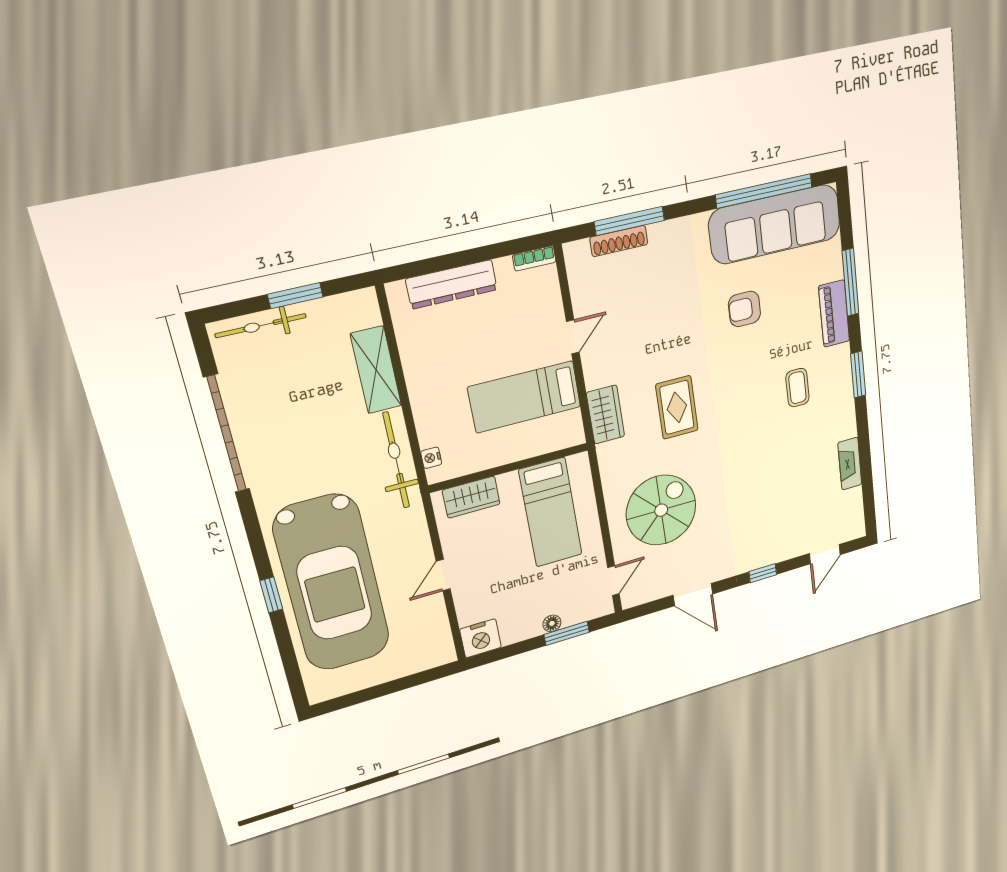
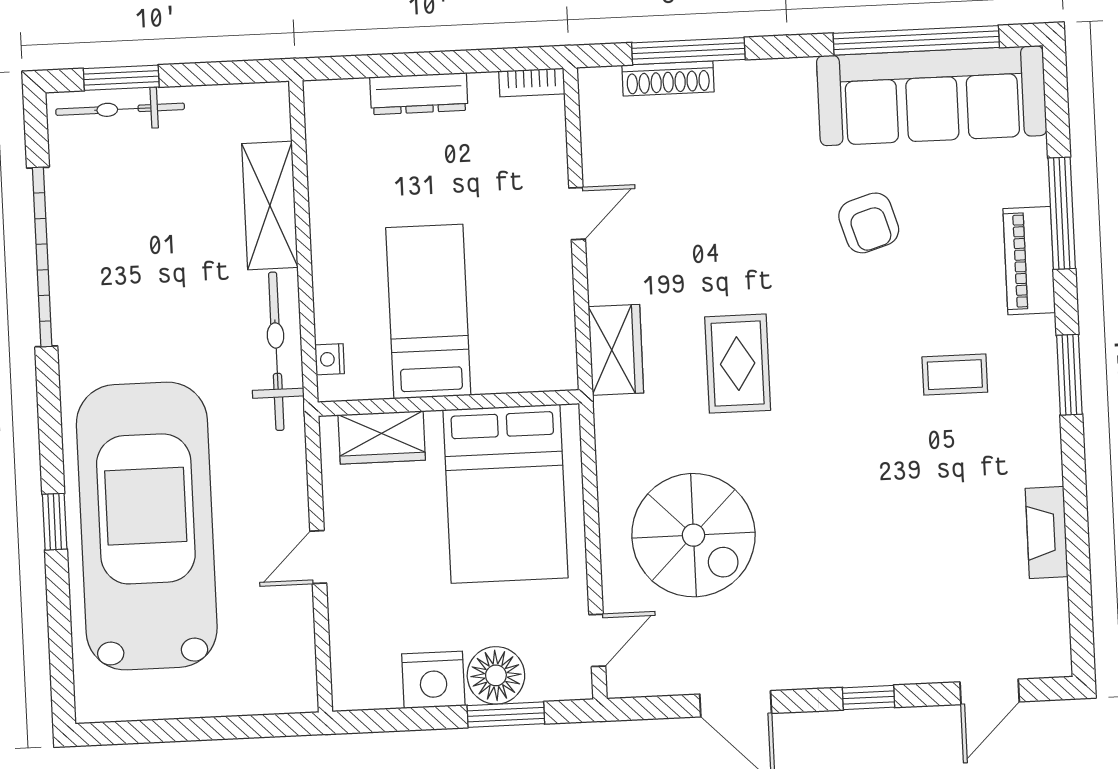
dresser: (452, 284) -> (419, 94), width x0.73, depth x0.80
window: (295, 296) -> (121, 78), moved
armchair: (744, 309) -> (869, 223), turned -107
coffee table: (797, 388) -> (955, 375), turned 90
bed: (525, 397) -> (428, 312), moved, turned 90
spiral stairs: (661, 510) -> (693, 535), turned 90
bed: (551, 512) -> (506, 494), width x1.50
car: (332, 583) -> (147, 526), turned 180
floor lamp: (552, 623) -> (496, 675), width x1.89, depth x1.89
nightstand: (480, 638) -> (433, 680), moved

